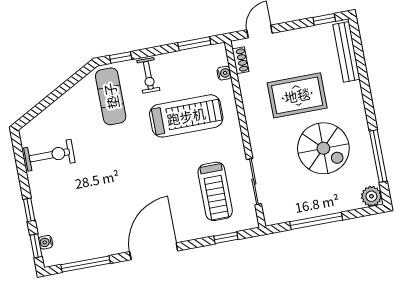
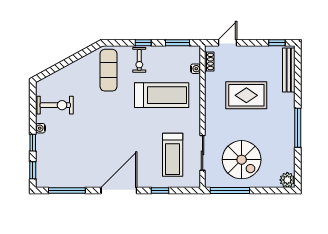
window: (121, 58) -> (143, 43), moved
spiral stairs: (323, 148) -> (242, 160), moved
window: (378, 156) -> (298, 128), moved
window: (316, 221) -> (230, 190), moved
window: (226, 238) -> (160, 190), moved
water cooler: (46, 242) -> (40, 128), moved

